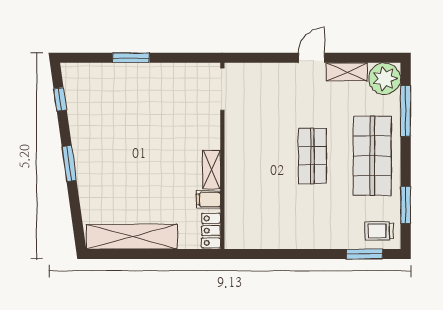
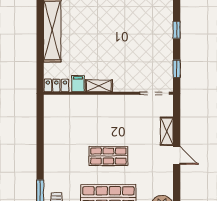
window: (131, 58) -> (177, 30), width x0.67
window: (187, 58) -> (177, 69), added
shelving: (347, 72) -> (167, 131), moved

